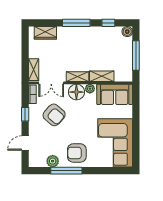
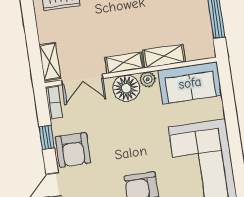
armchair: (54, 115) -> (73, 150), moved, turned 49

